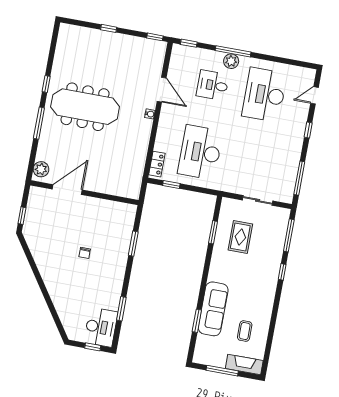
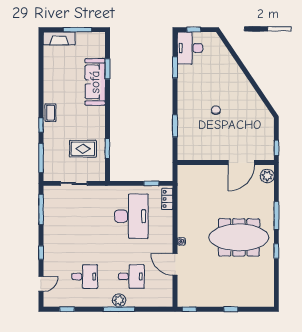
window: (189, 43) -> (67, 309), moved
desk: (264, 95) -> (85, 276), width x0.53, depth x0.77
window: (22, 216) -> (276, 148), moved
rug: (240, 237) -> (83, 149), turned 90
coffee table: (245, 331) -> (51, 113), moved

